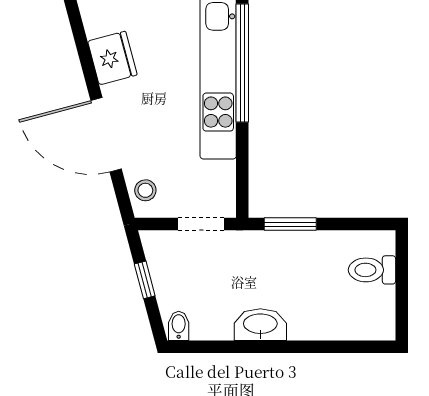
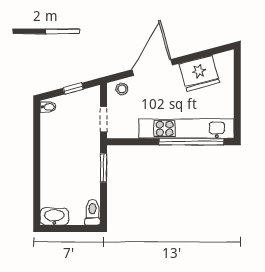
fridge: (112, 58) -> (199, 73), width x1.36, depth x1.34
toilet: (372, 270) -> (92, 212), moved
washbasin: (260, 325) -> (54, 217), moved, turned -90

